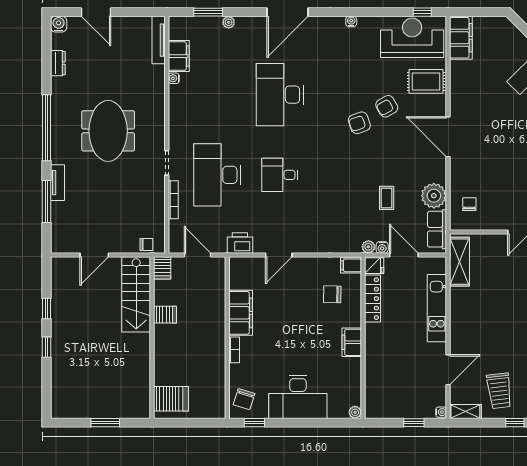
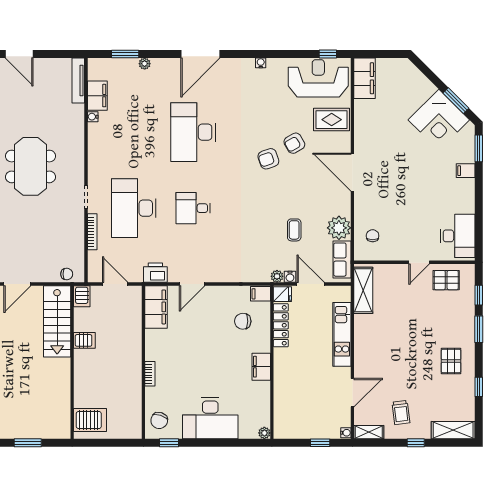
filing cabinet: (241, 313) -> (156, 307), moved
trolley: (499, 391) -> (401, 412), width x0.73, depth x0.72

